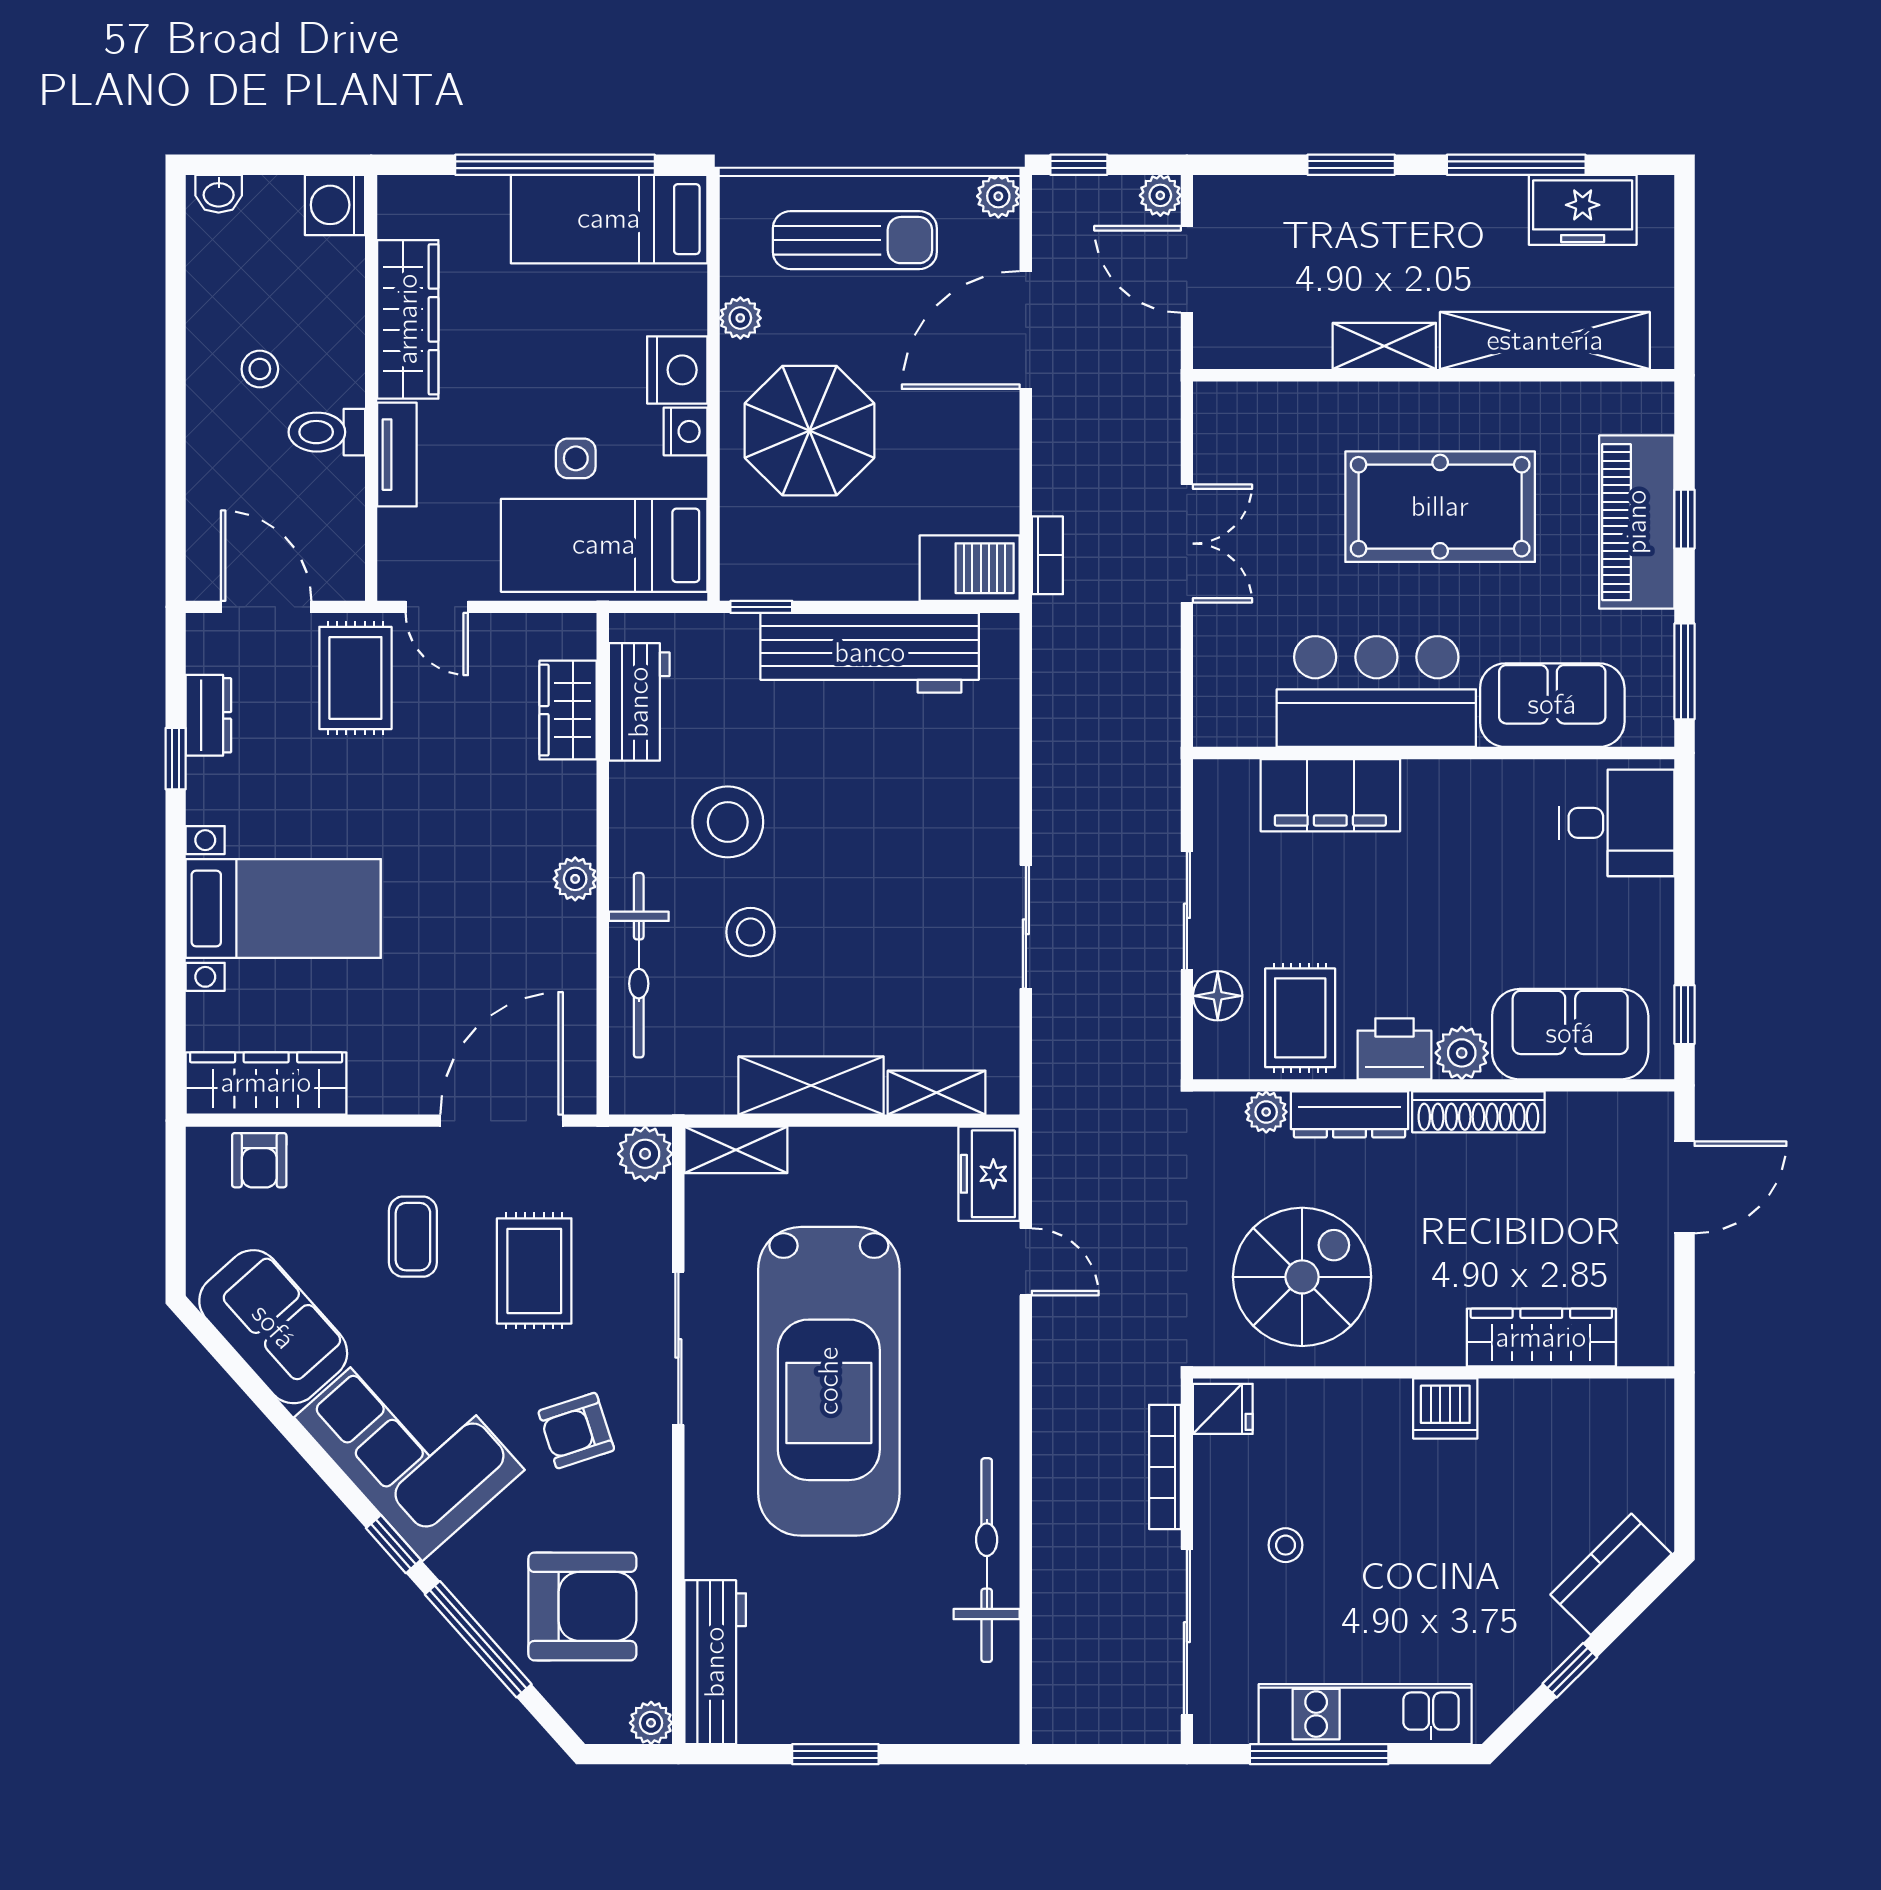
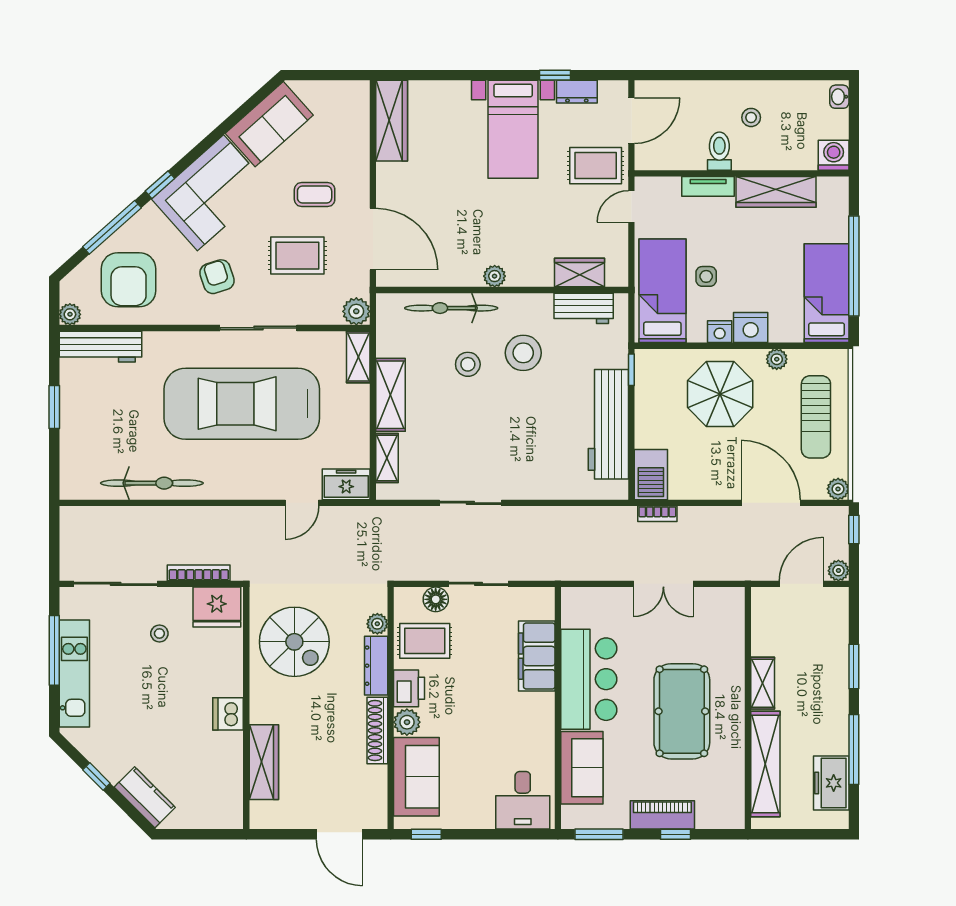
piano: (1637, 522) -> (662, 815), width x0.73, depth x0.75
bed with nightstands: (283, 908) -> (513, 129), moved
armchair: (259, 1160) -> (353, 117), removed
fridge: (1223, 1409) -> (217, 607), width x1.88, depth x1.34

